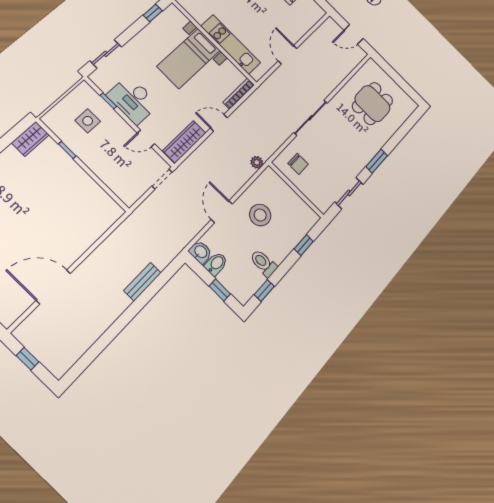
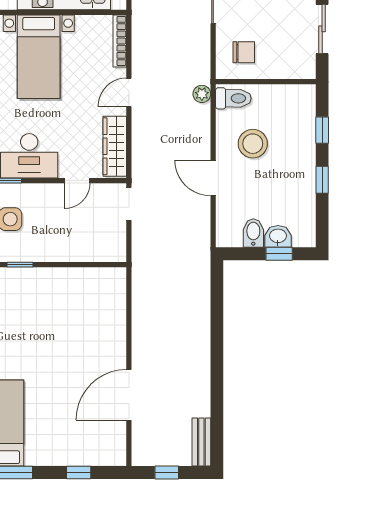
washbasin: (200, 252) -> (278, 236), moved
toilet: (264, 263) -> (233, 98), moved, turned 180
bench: (142, 282) -> (201, 442), moved
window: (264, 291) -> (322, 180), moved

